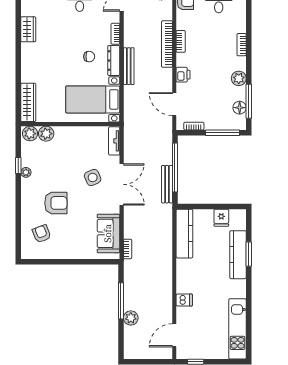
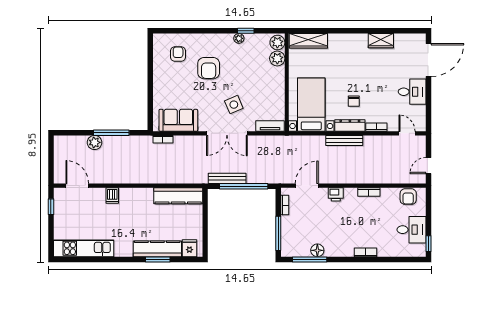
bookcase: (167, 44) -> (366, 178), removed
plant: (239, 78) -> (332, 250), removed
floor lamp: (240, 108) -> (317, 250), moved
fridge: (221, 218) -> (189, 248), moved, turned 90
armchair: (42, 234) -> (178, 54), turned -69

